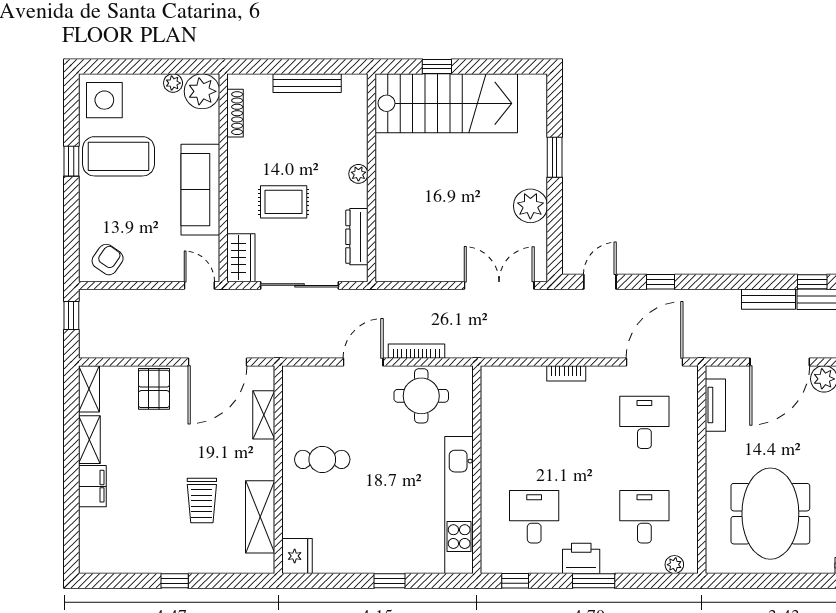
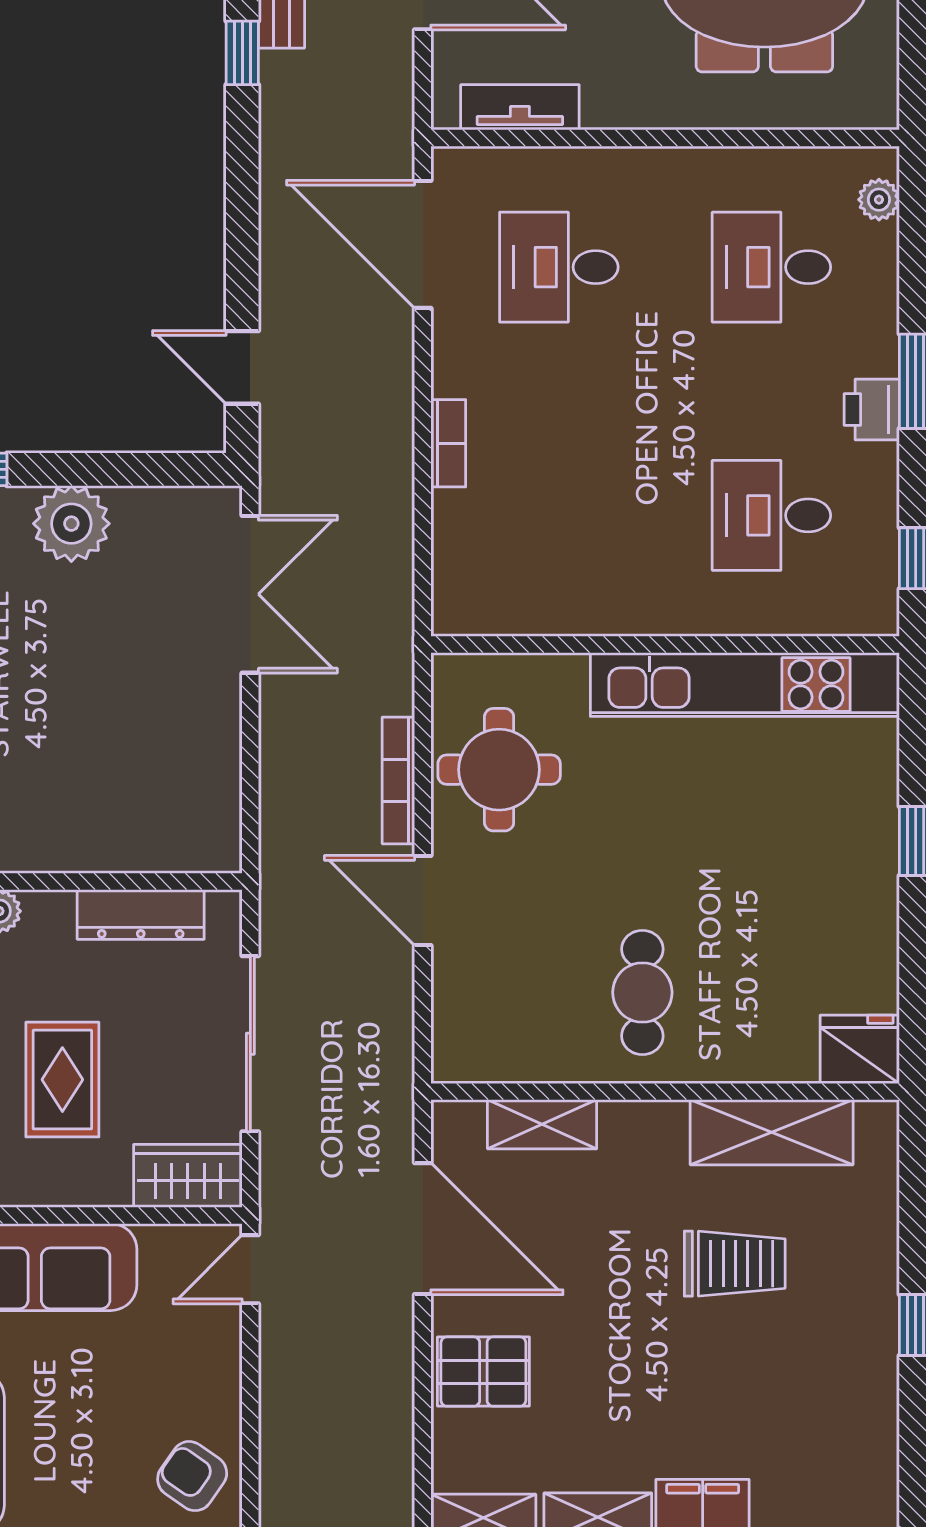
window: (661, 282) -> (242, 53), moved
double door: (499, 285) -> (250, 594), swing flipped
printer: (581, 558) -> (872, 410), width x0.73, depth x0.81

